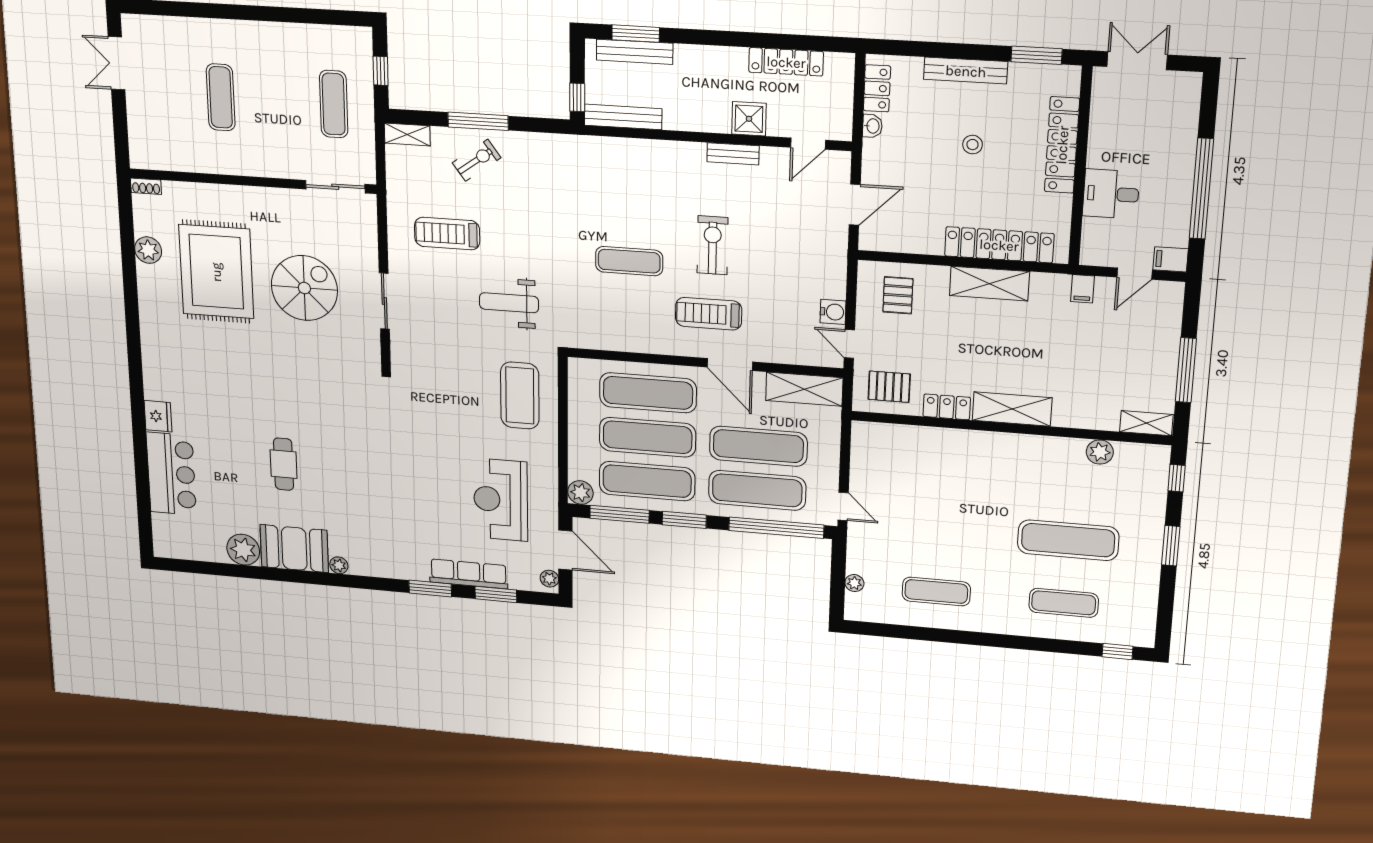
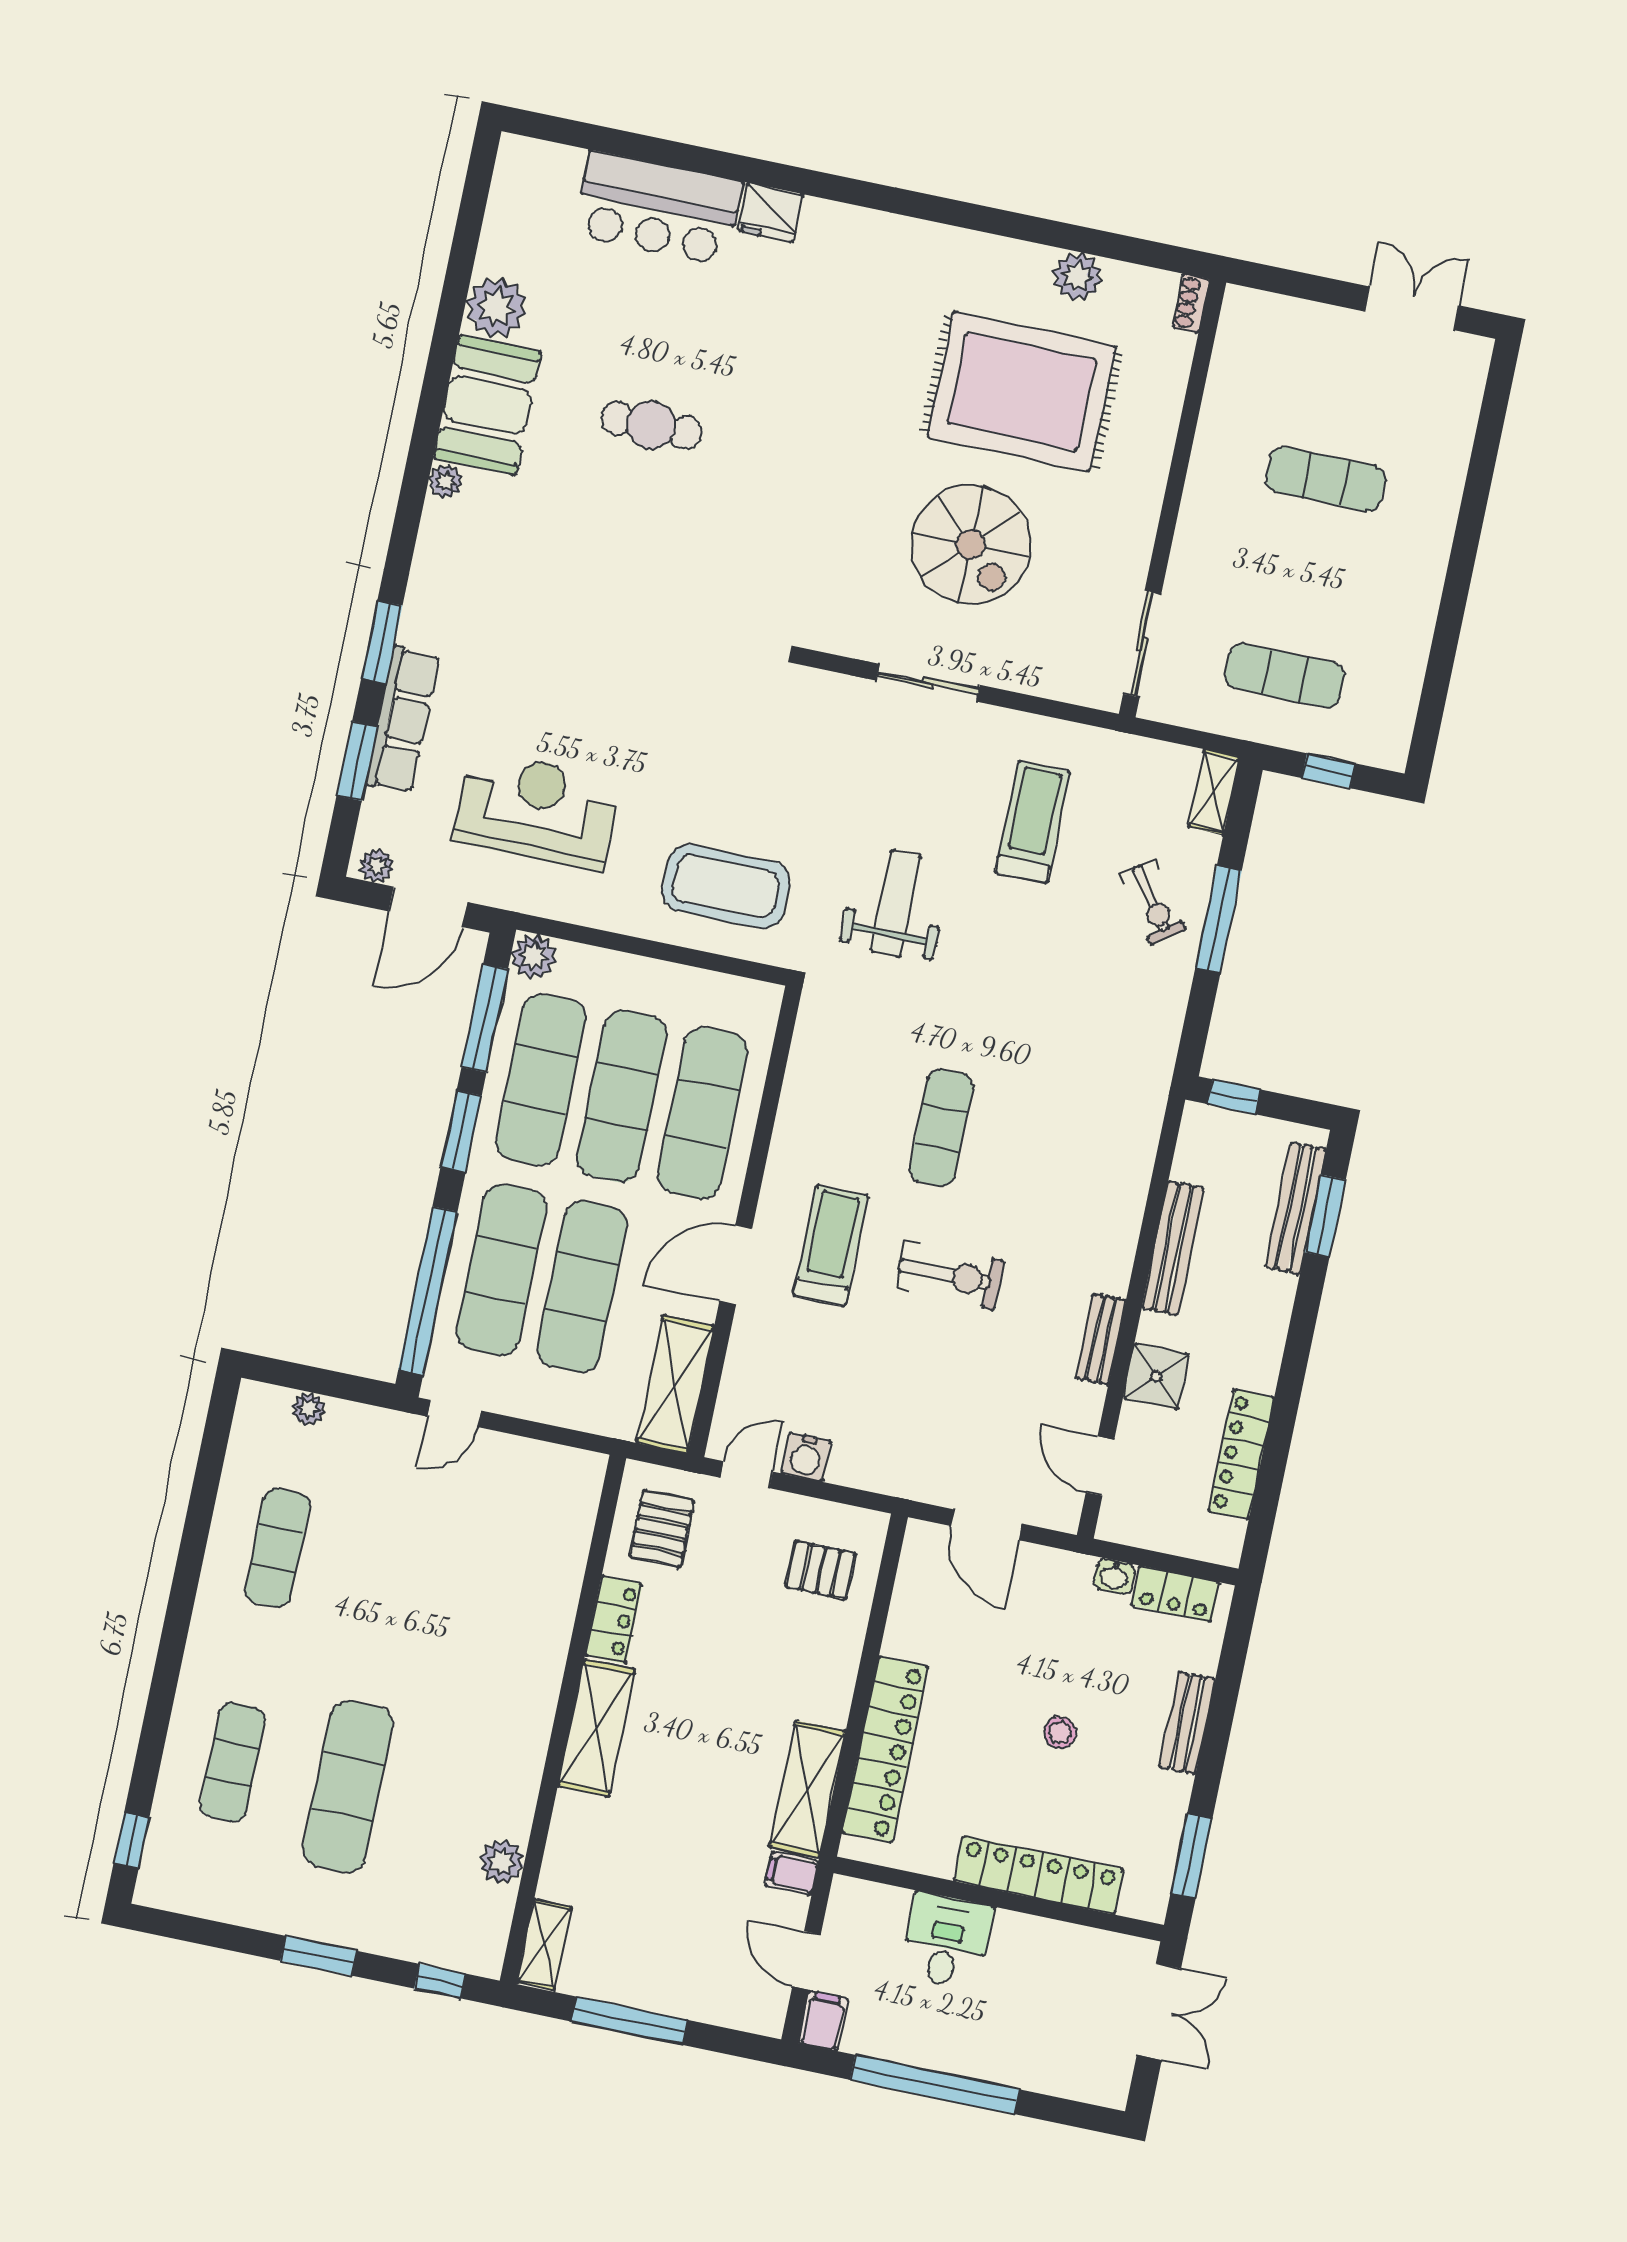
bench: (966, 71) -> (1187, 1723), width x0.73
bench: (623, 117) -> (1173, 1248), moved
shelving: (989, 284) -> (807, 1789), moved

